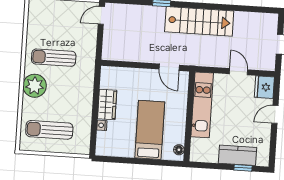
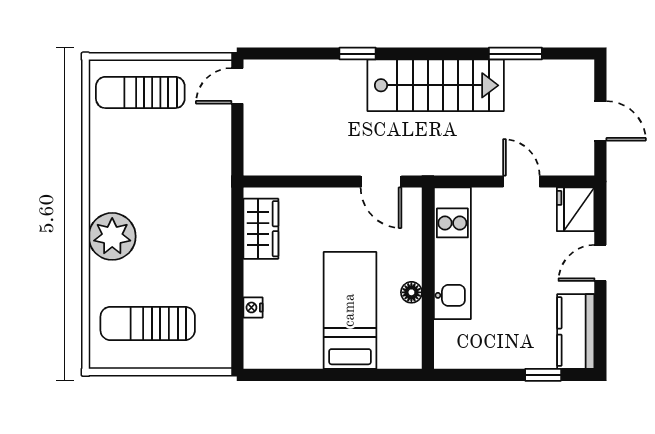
window: (240, 8) -> (515, 54), added
sun lounger: (54, 58) -> (140, 92), moved
wardrobe: (107, 104) -> (261, 229), moved
floor lamp: (179, 150) -> (411, 292), moved
kitchen counter: (238, 155) -> (576, 332), moved, turned -90

